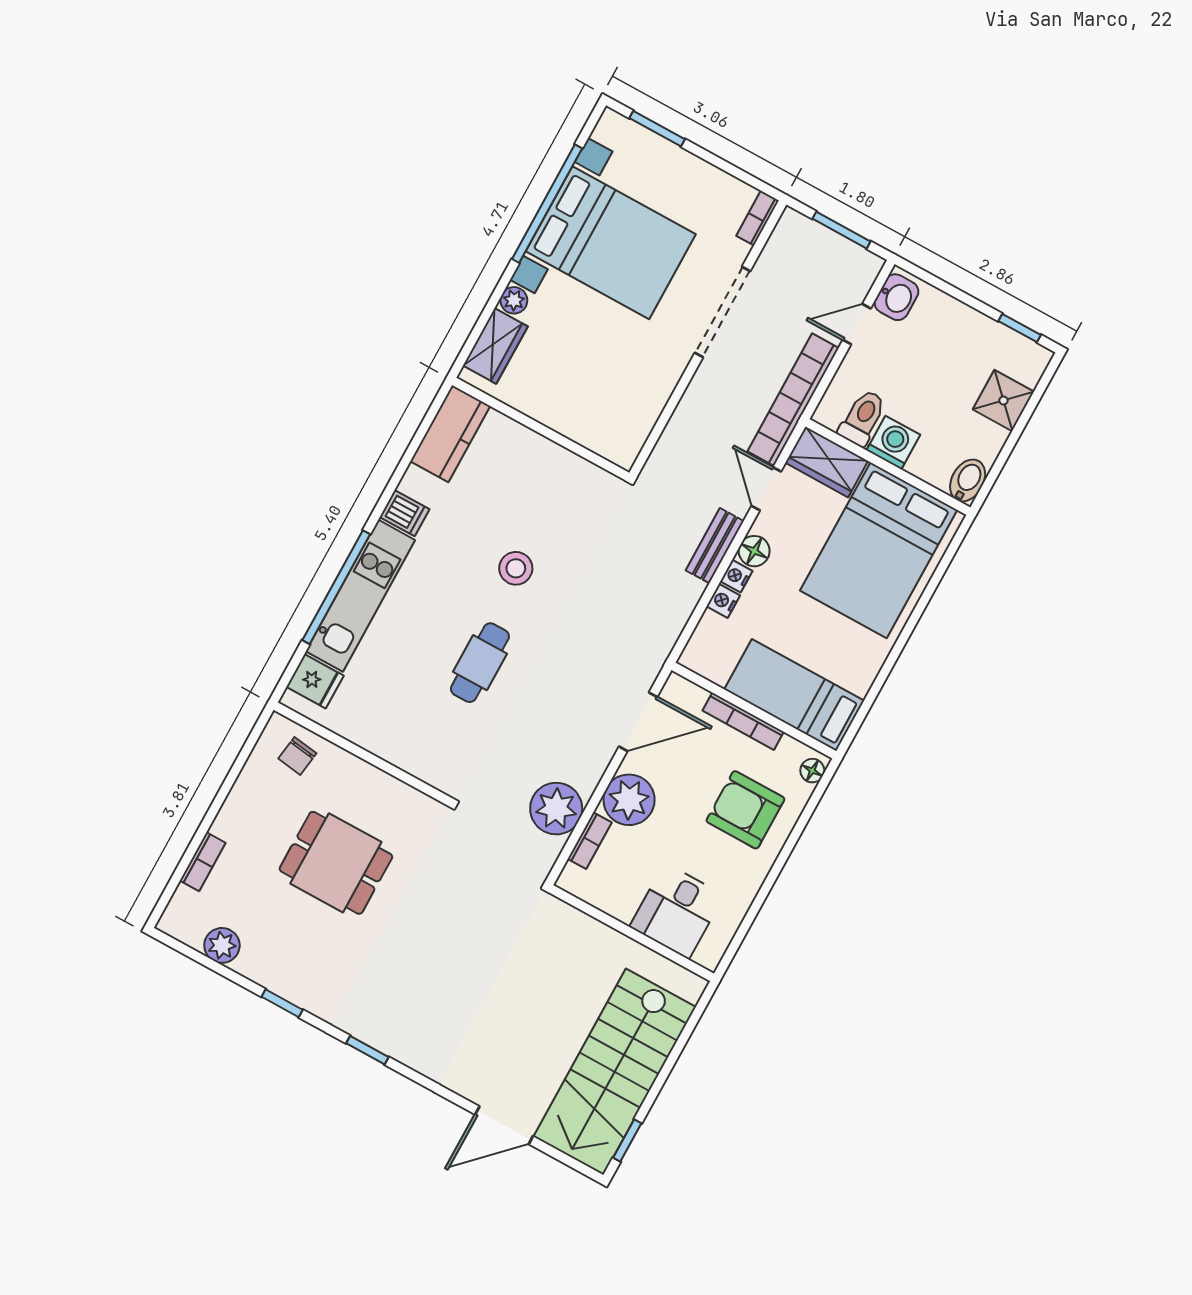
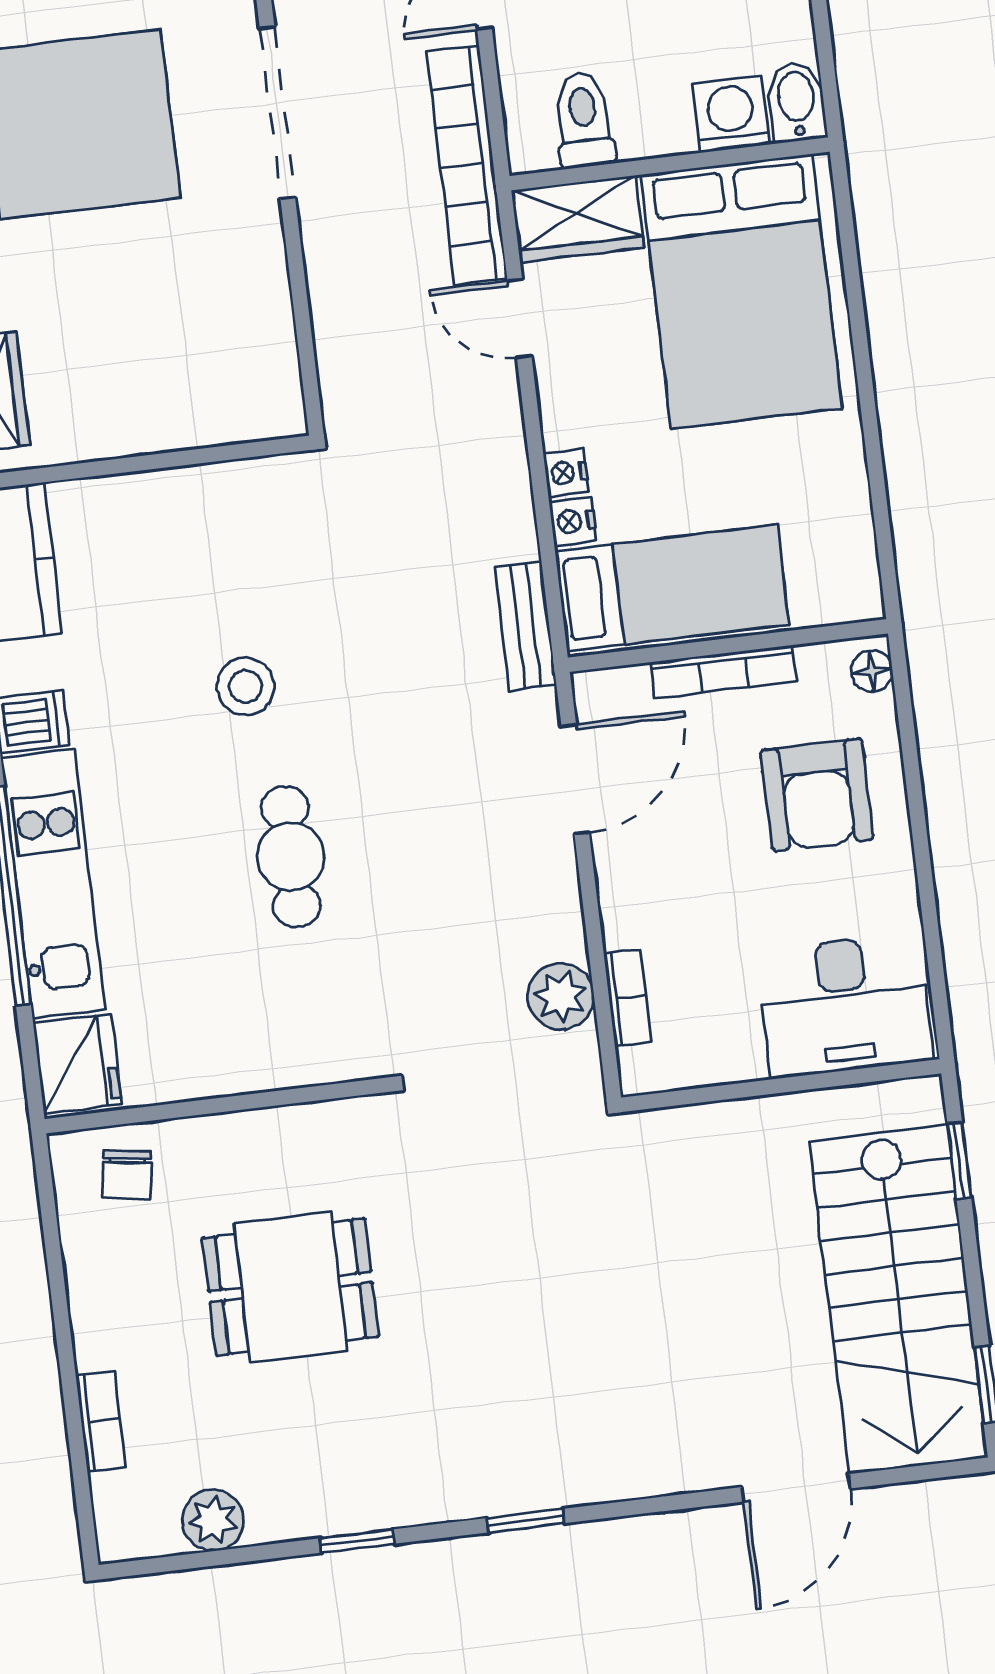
washing machine: (893, 443) -> (731, 114), moved
bench: (715, 546) -> (526, 626), moved
floor lamp: (754, 551) -> (566, 419), removed
fridge: (315, 681) -> (77, 1064), width x1.38
bed: (794, 695) -> (672, 588), moved, turned 180
plant: (629, 800) -> (642, 899), removed
plant: (556, 809) -> (561, 996), width x0.73, depth x0.73
armchair: (745, 810) -> (817, 795), turned -90
desk: (677, 911) -> (845, 1006), width x1.37
window: (689, 1027) -> (959, 1160), added

